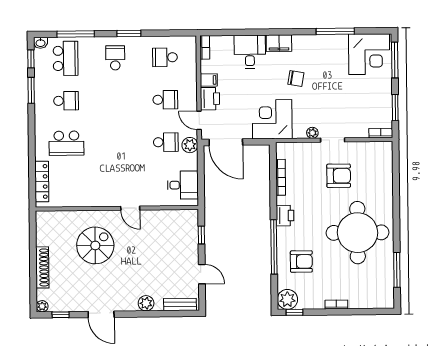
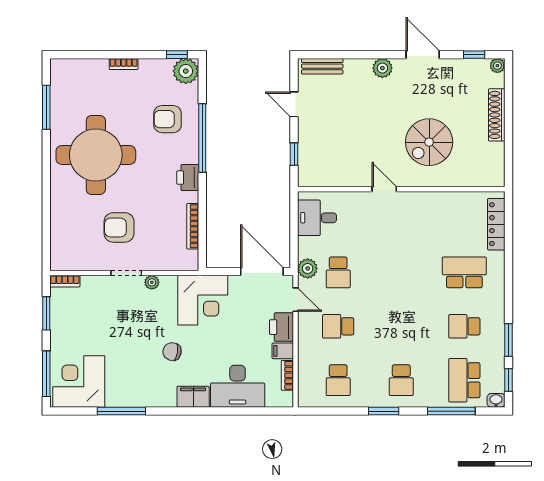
bookcase: (205, 47) -> (287, 375), moved
desk: (250, 52) -> (238, 386), width x1.37
school desk: (165, 57) -> (338, 380), turned 90
school desk: (166, 142) -> (338, 272), turned -90
plant: (146, 303) -> (382, 68), moved

